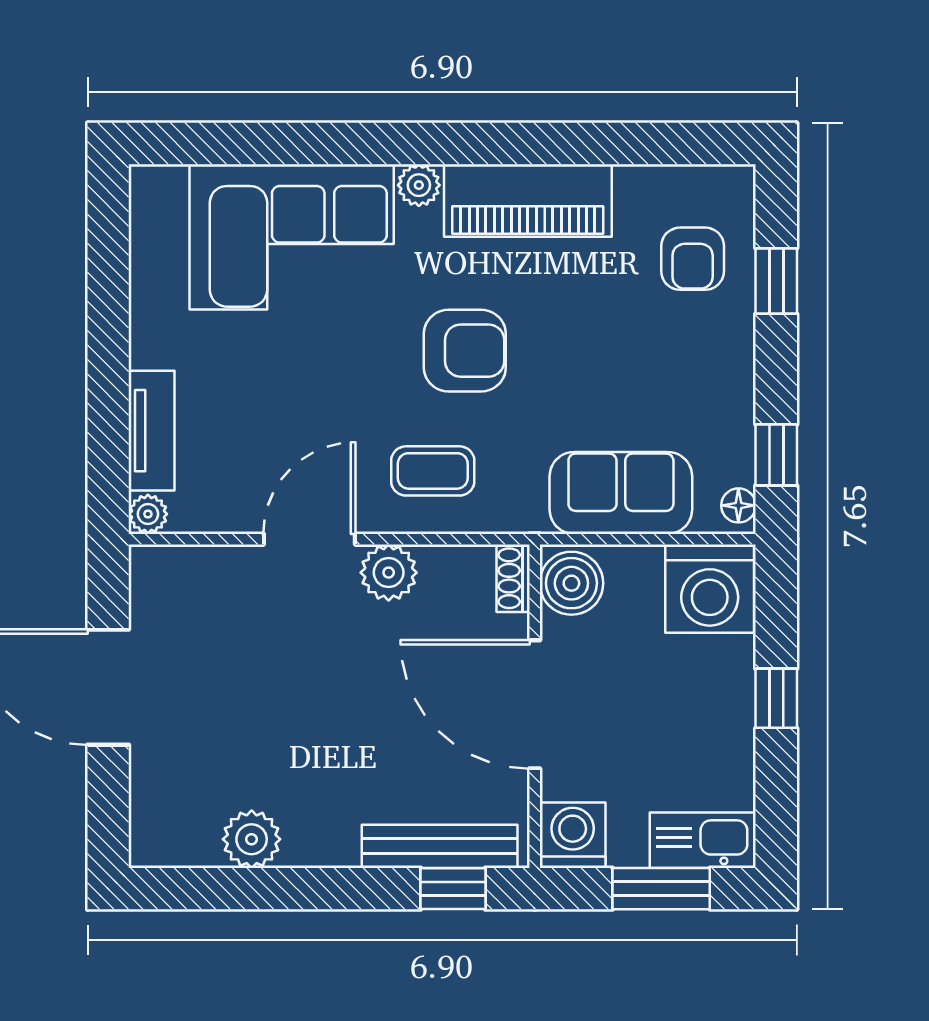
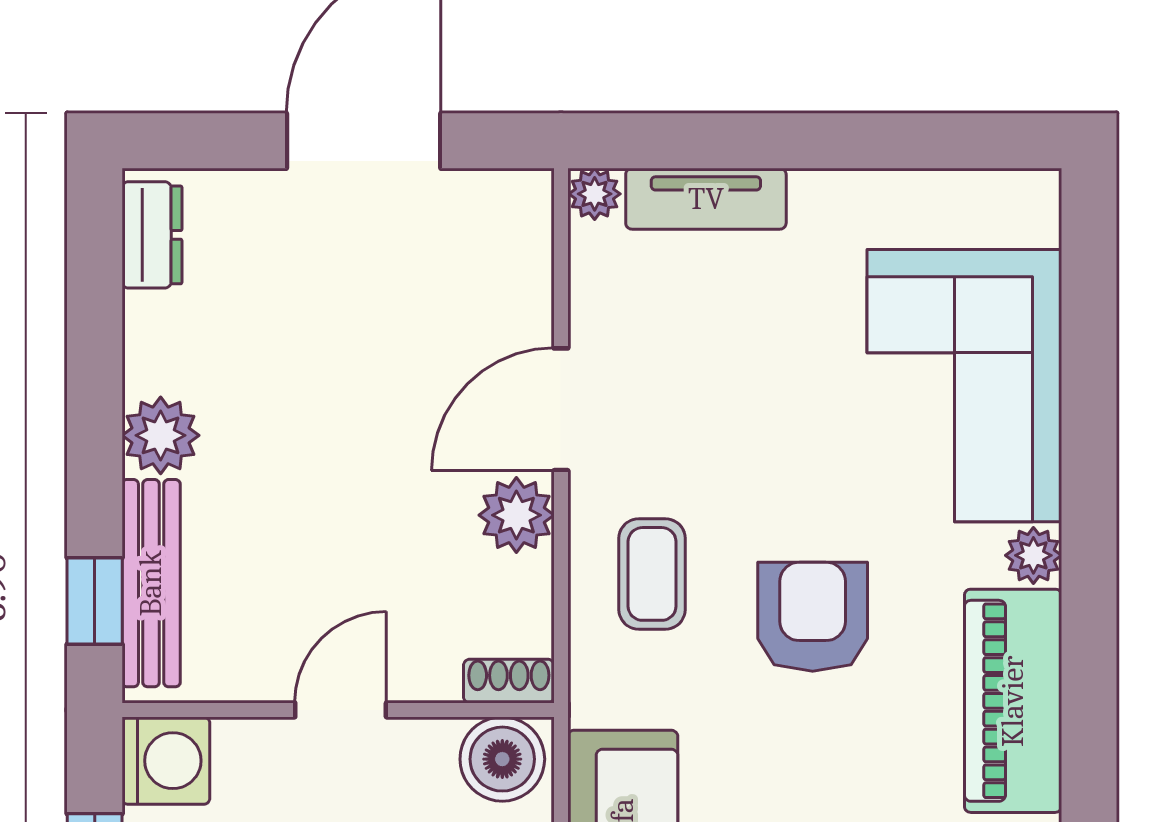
armchair: (465, 351) -> (813, 617), turned 180
door: (309, 539) -> (561, 409), swing flipped
door: (535, 704) -> (341, 710), width x0.53
plant: (252, 839) -> (161, 435), moved
dresser: (179, 846) -> (152, 235), added

